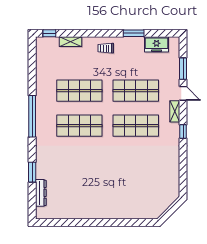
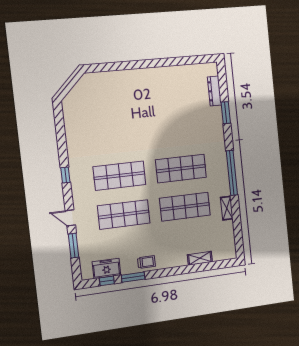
window: (49, 33) -> (107, 281), moved
trolley: (106, 48) -> (147, 262), moved
shelving: (175, 111) -> (227, 208), moved

